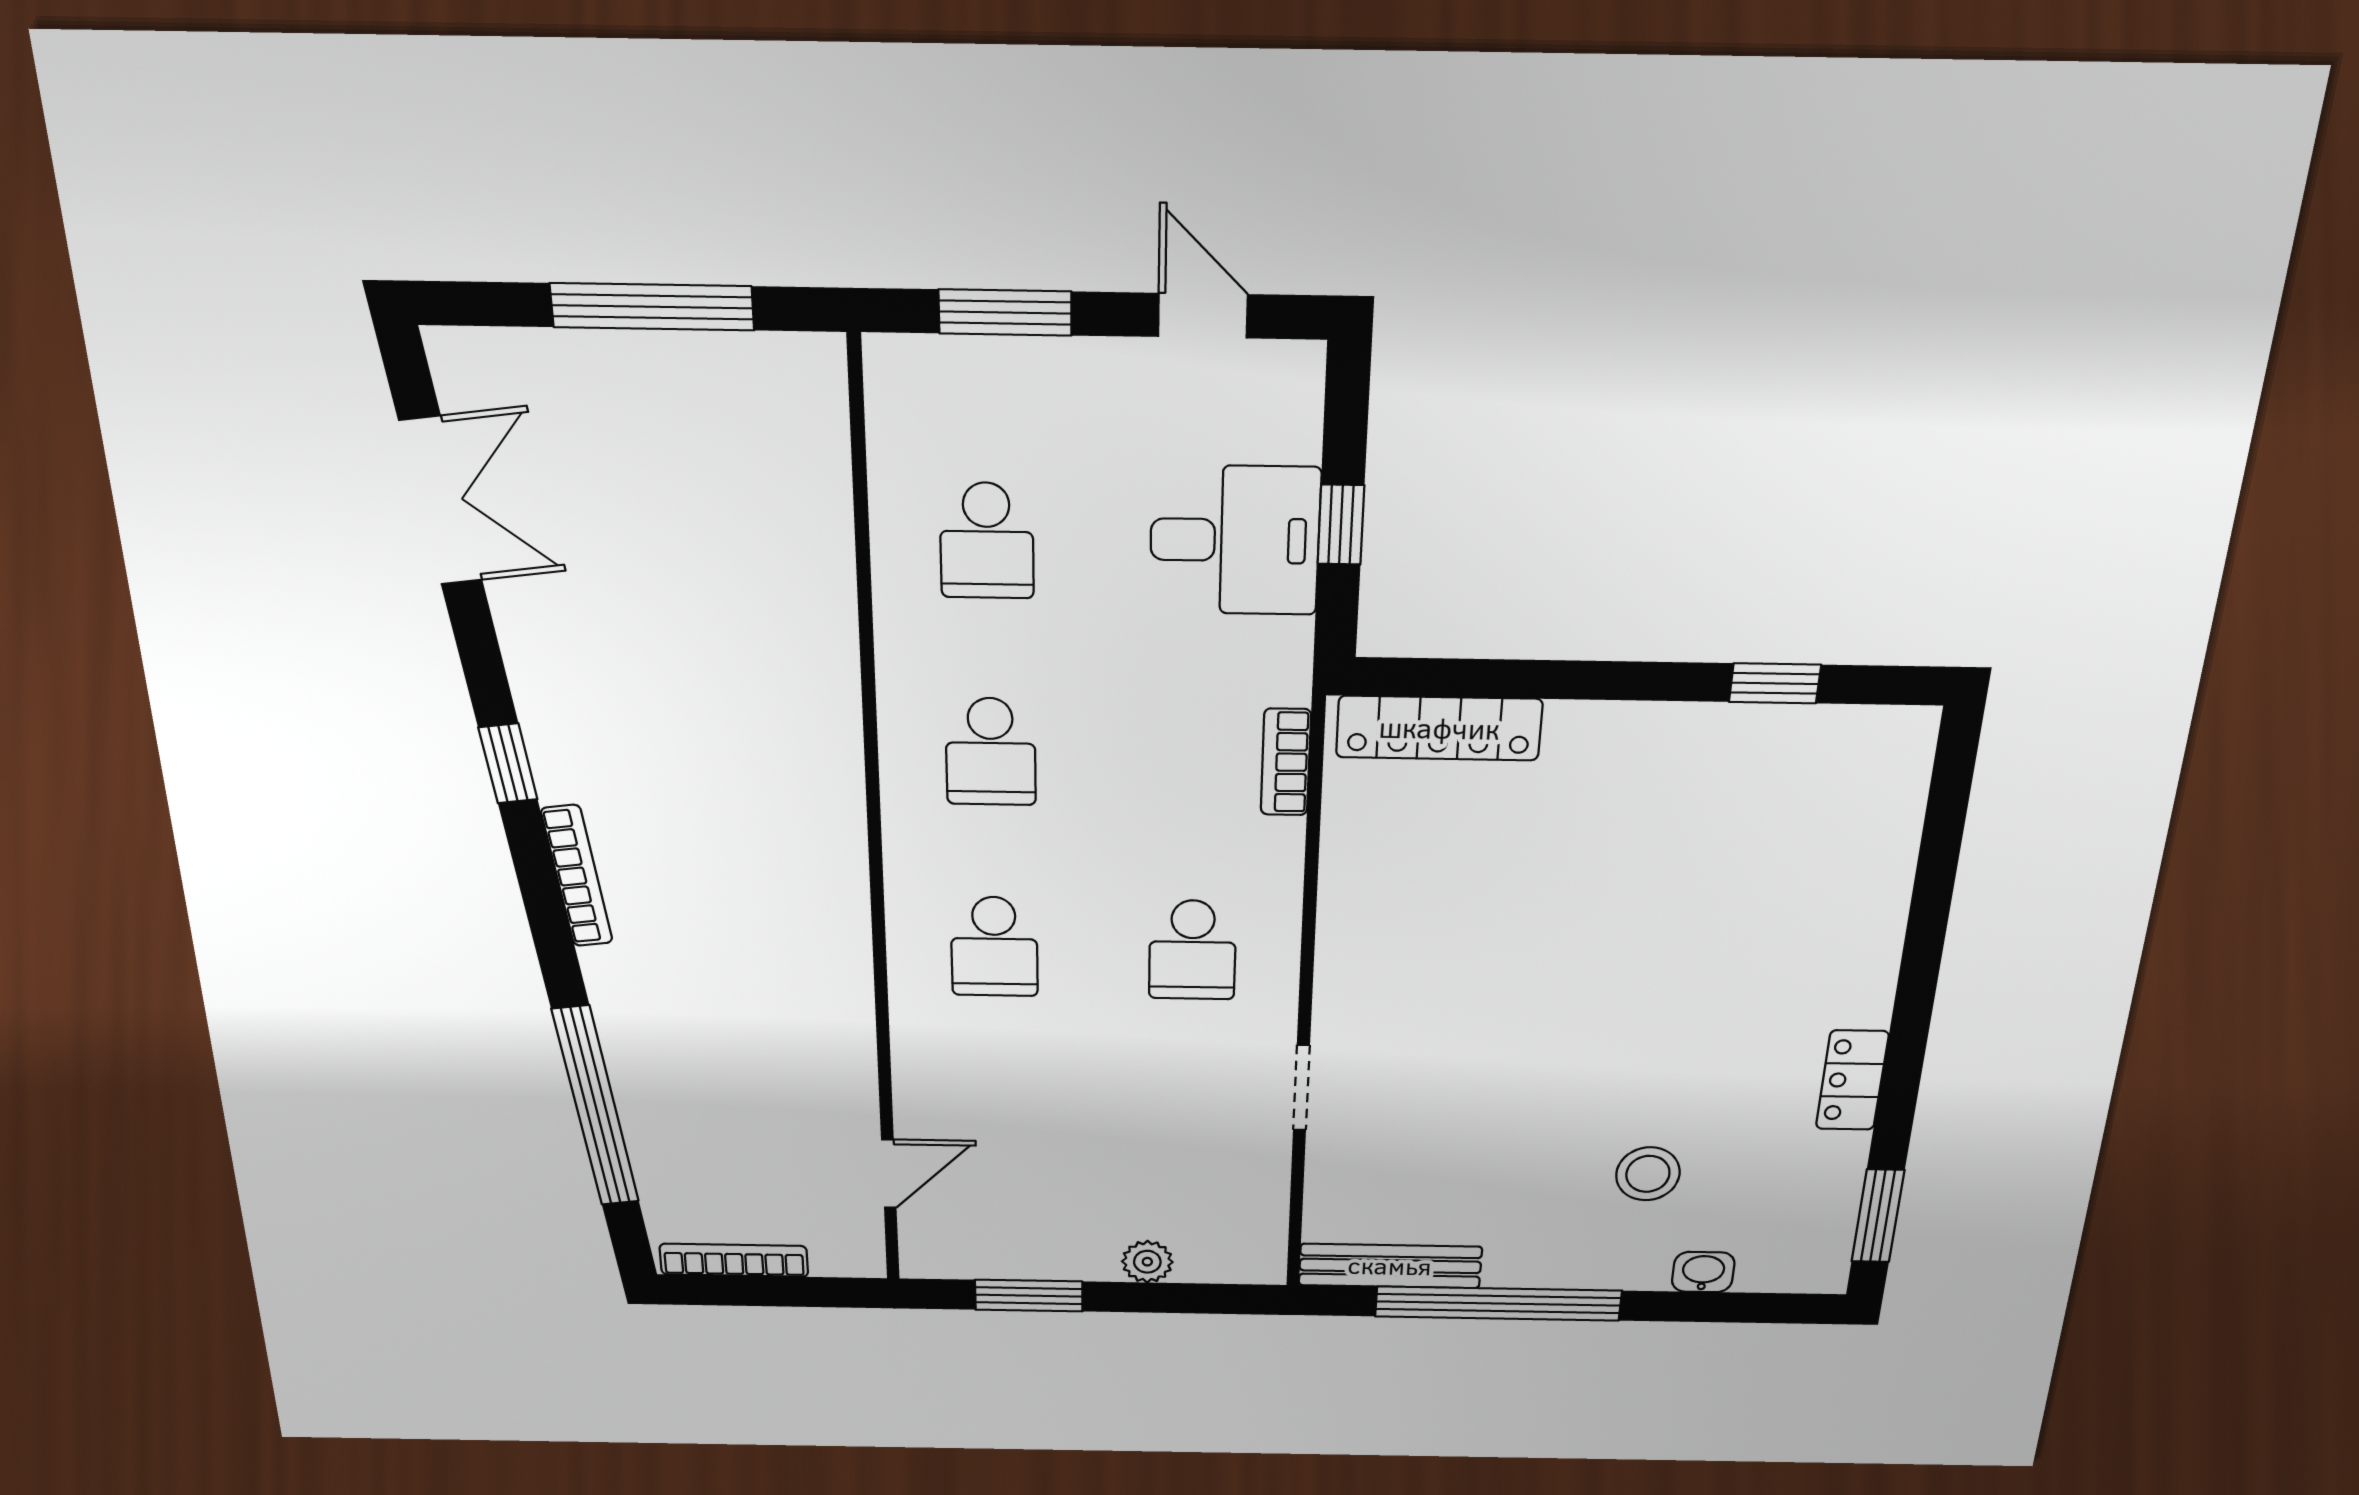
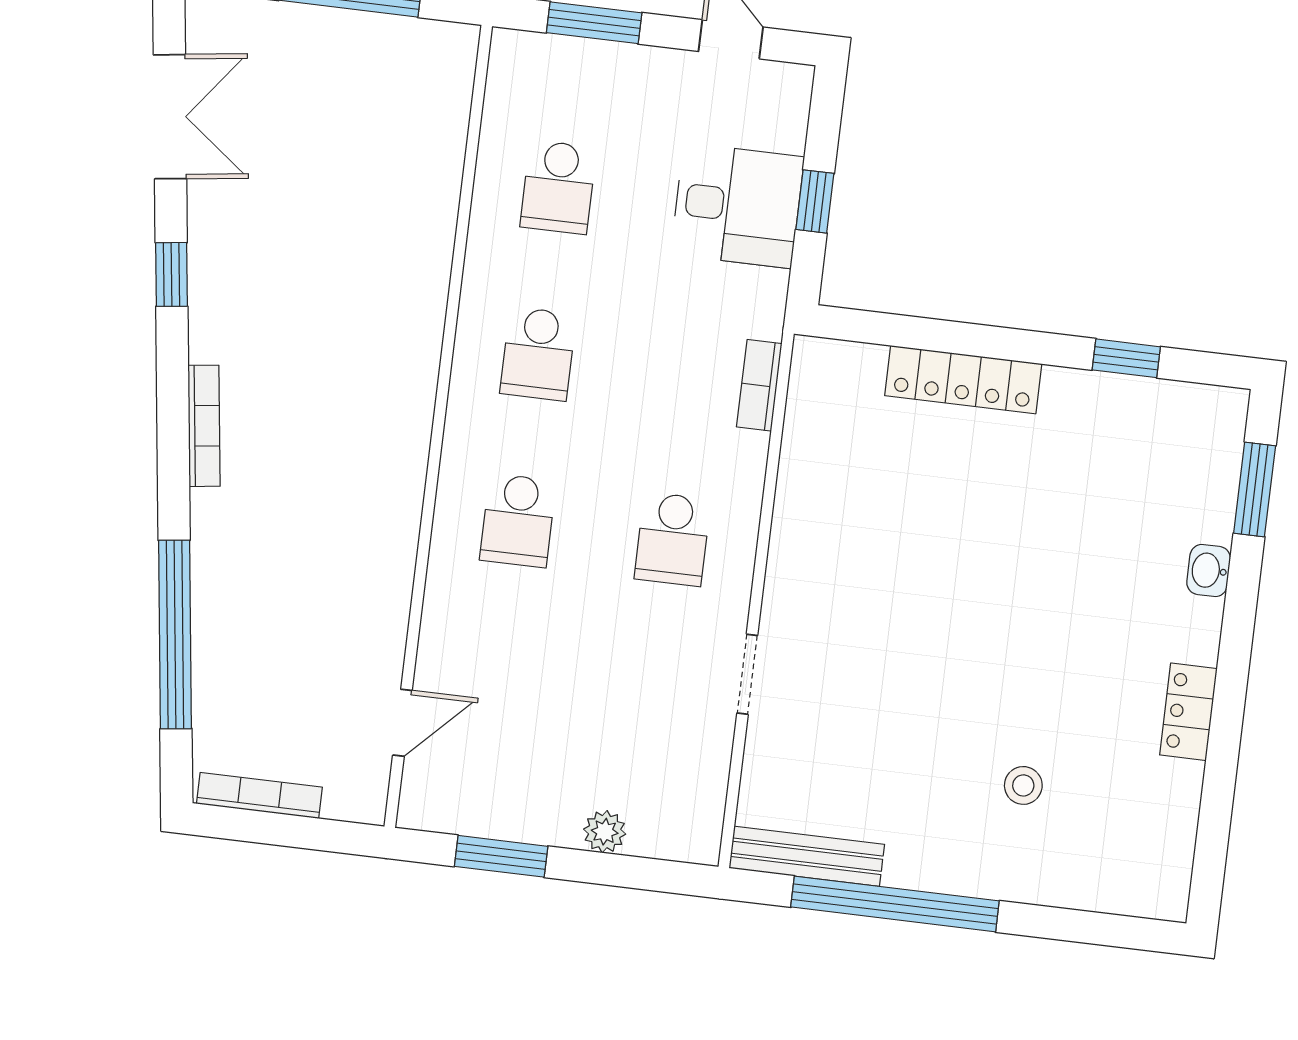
locker: (1439, 728) -> (963, 380), moved
window: (508, 763) -> (172, 274), moved
stool: (1648, 1174) -> (1023, 785), width x0.73, depth x0.73
window: (1878, 1216) -> (1255, 489), moved
washbasin: (1703, 1272) -> (1209, 571), moved, turned -90

